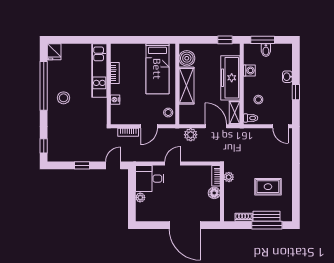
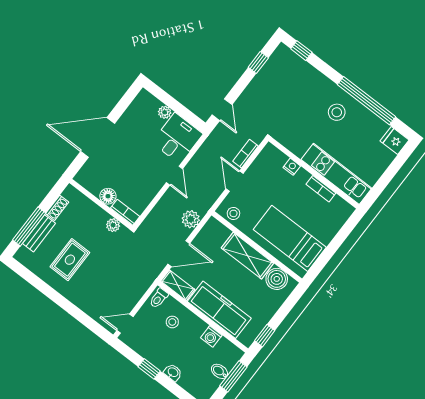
window: (82, 165) -> (258, 63), moved

